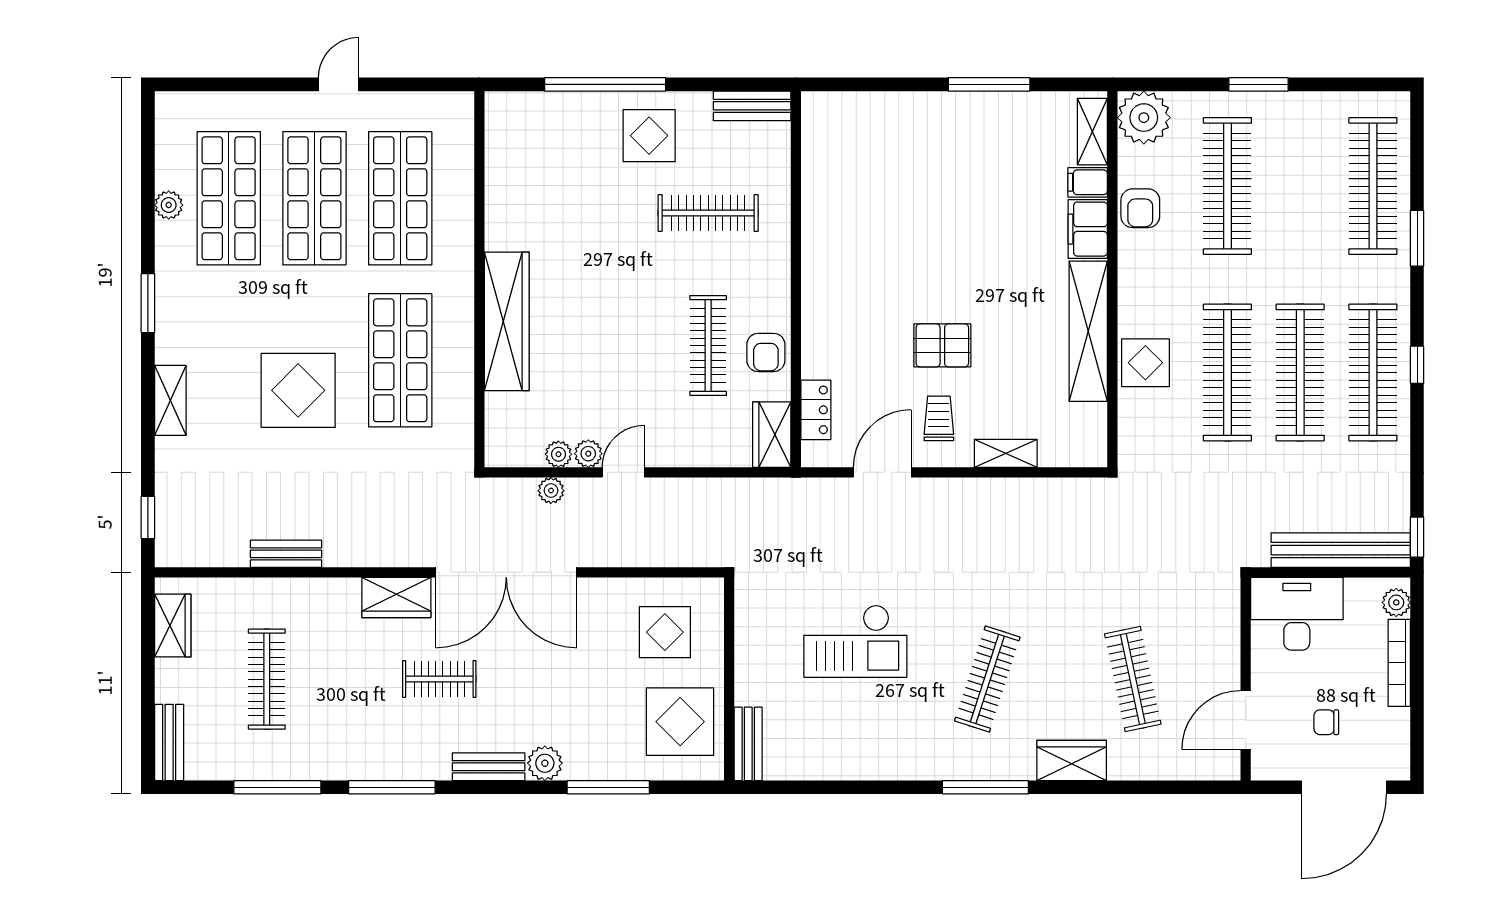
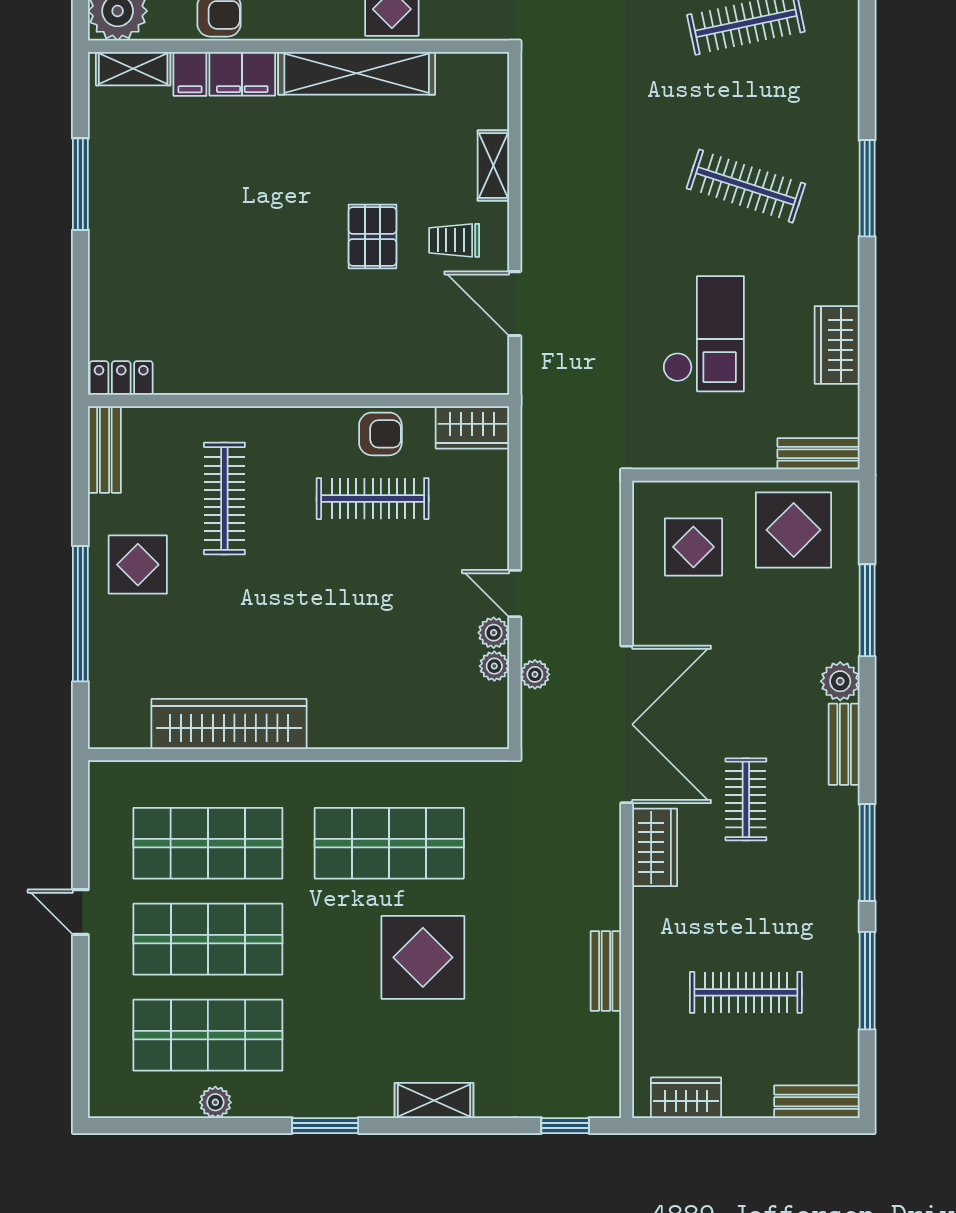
wardrobe: (507, 321) -> (229, 724), moved
locker: (816, 410) -> (121, 378), moved
wardrobe: (1072, 760) -> (837, 345), moved

